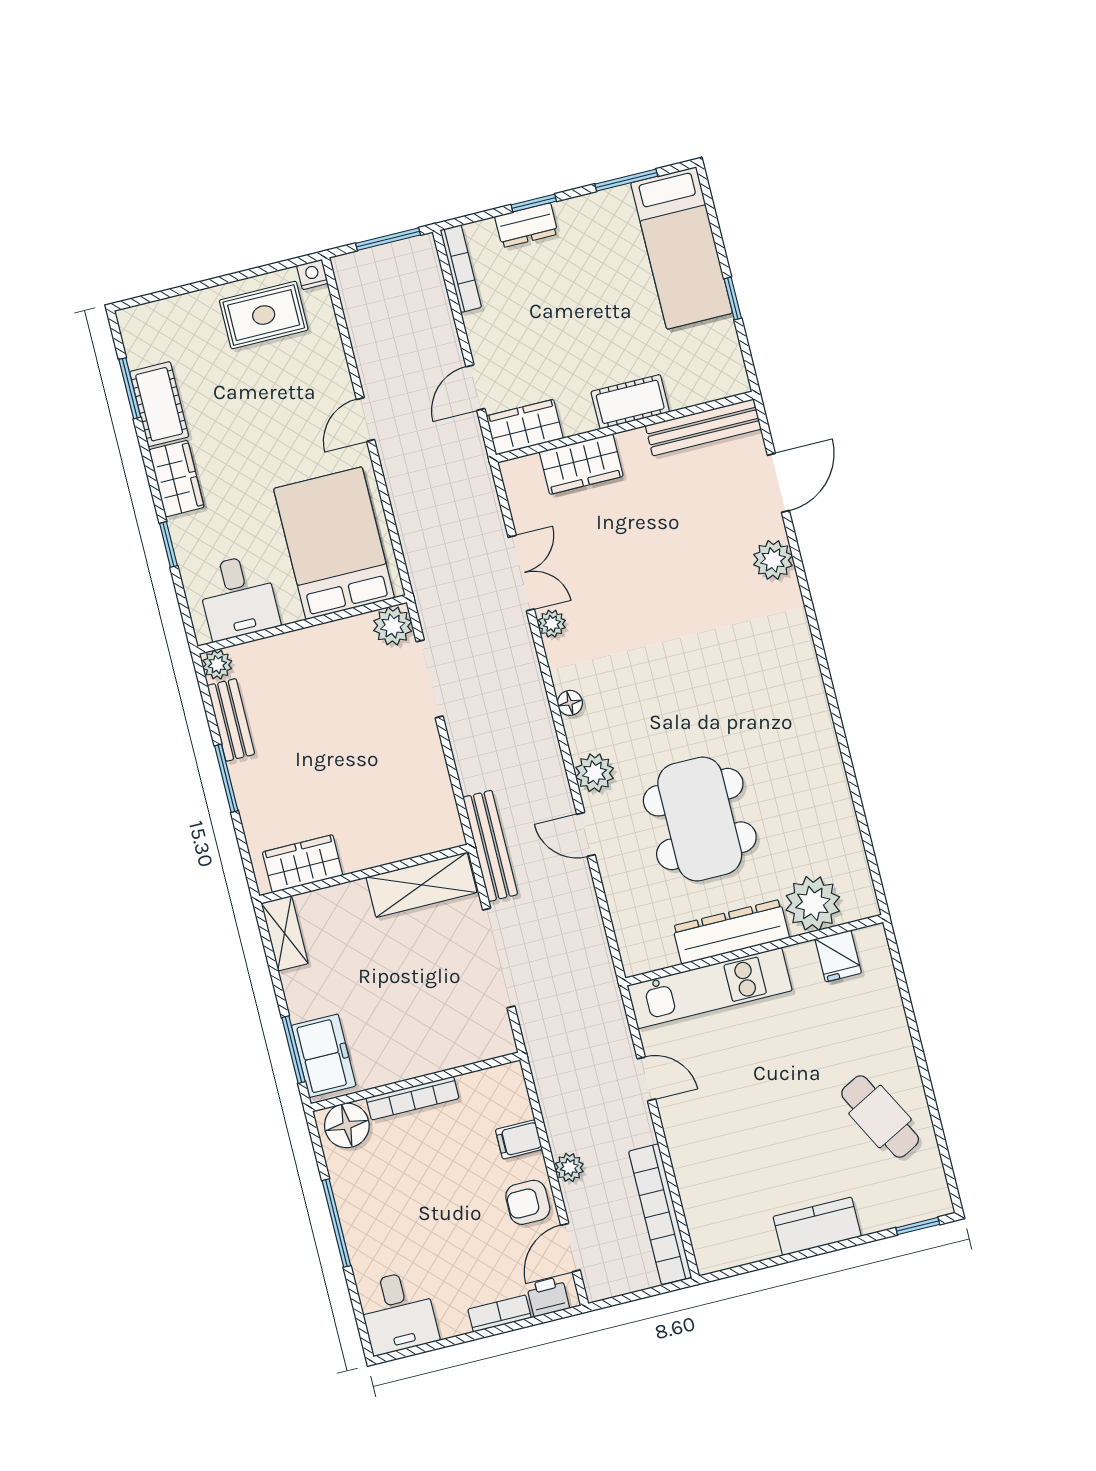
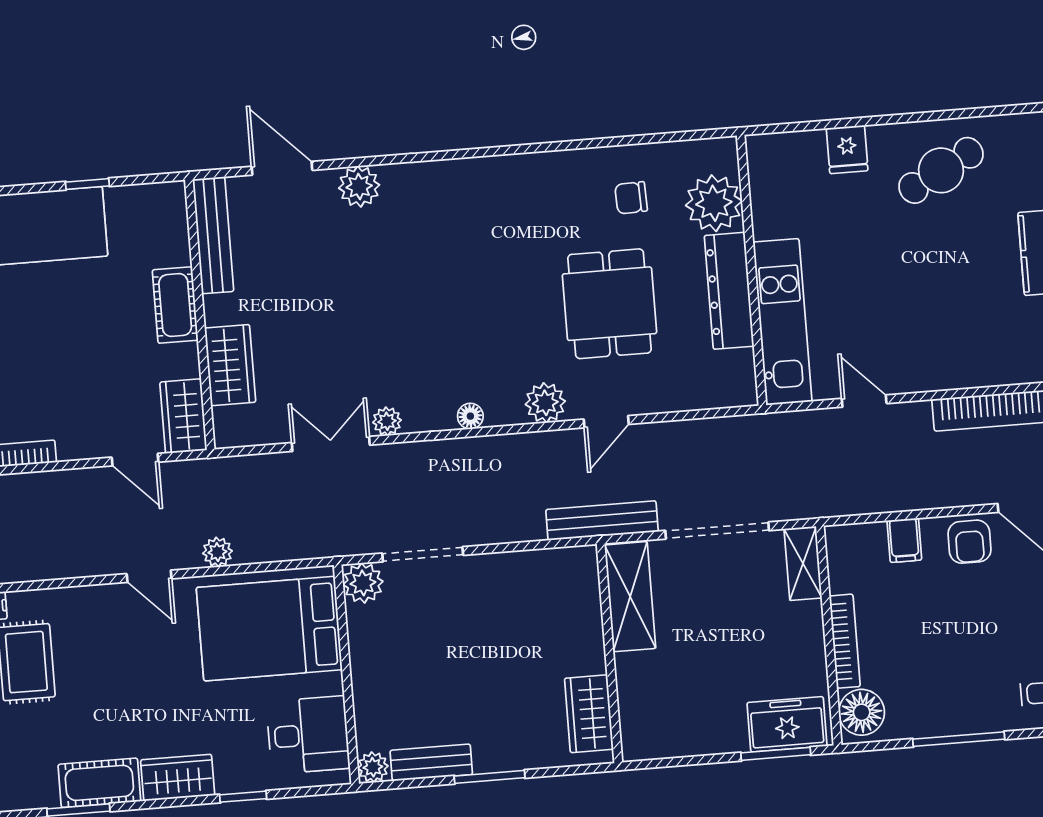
dining table: (700, 819) -> (610, 304), width x0.73
chair: (805, 823) -> (631, 198), added
shelving: (285, 933) -> (803, 563), moved, turned 90
fridge: (838, 956) -> (847, 149), moved, turned 90
door: (646, 1079) -> (864, 401), hinge flipped
plant: (569, 1167) -> (217, 552), moved

